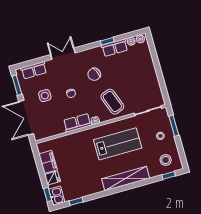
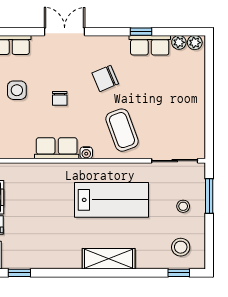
shelving: (126, 179) -> (109, 259), width x0.68

